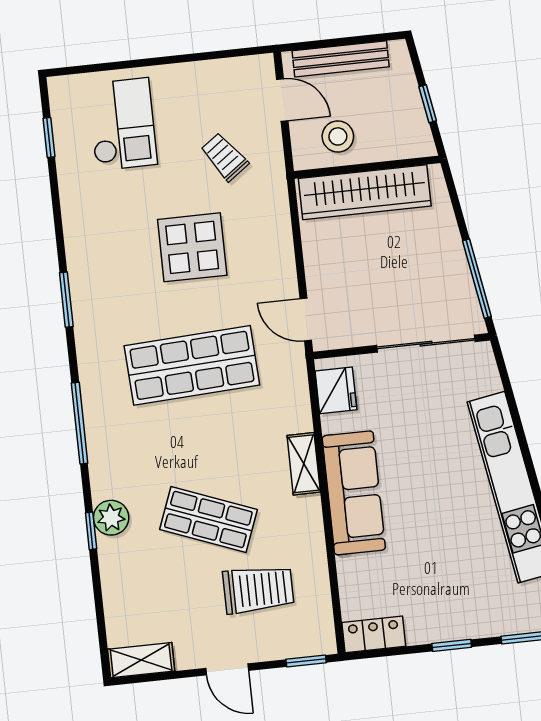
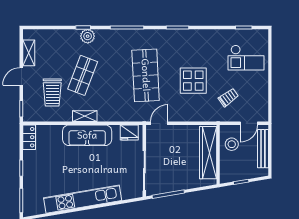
shelving: (304, 464) -> (85, 116), moved
shelving: (141, 660) -> (29, 53), moved

